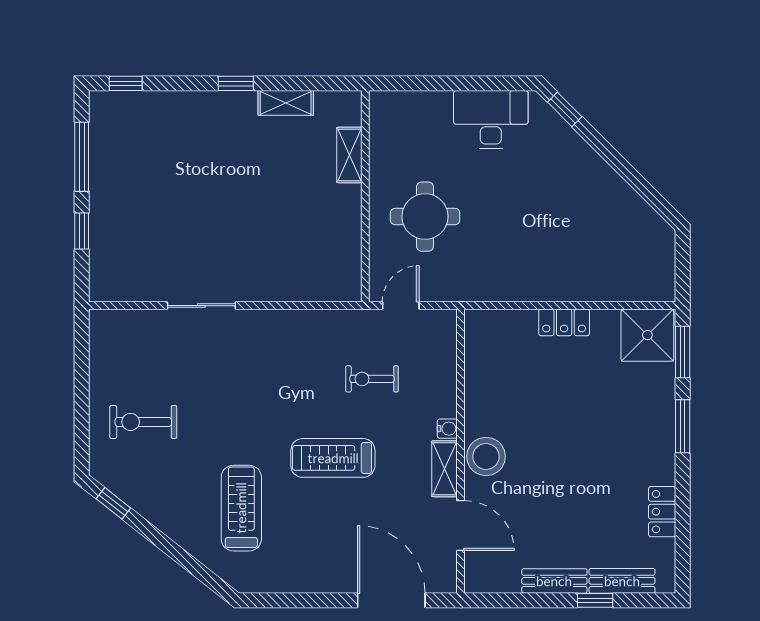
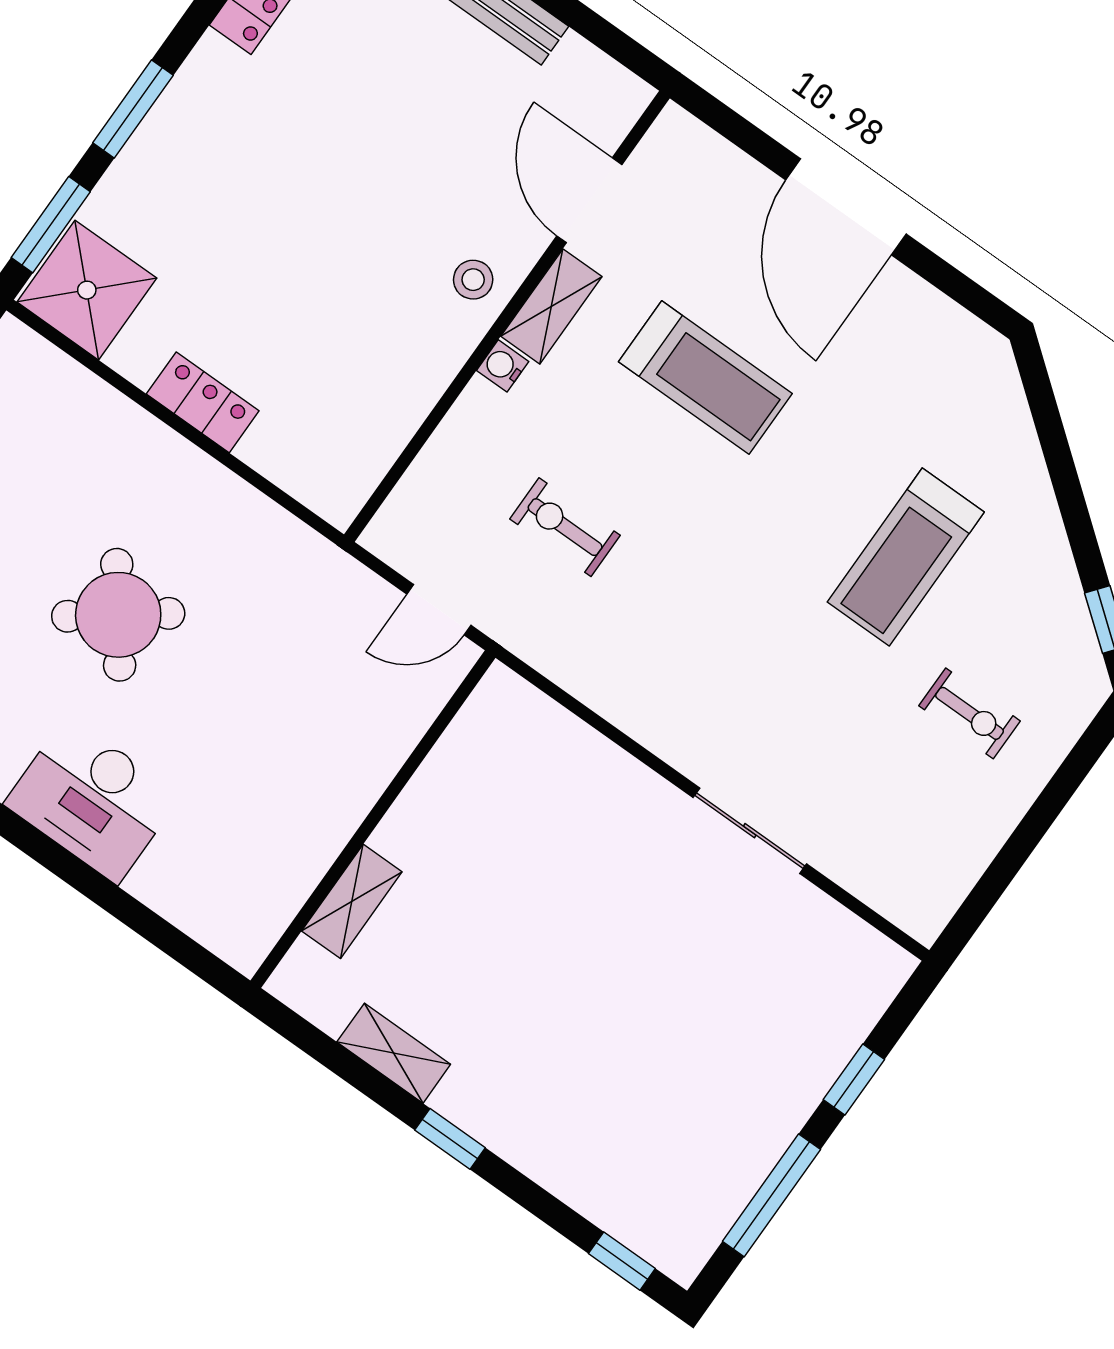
round table: (425, 217) -> (118, 615), moved, turned -37
exercise bike: (372, 379) -> (565, 527), turned 180
exercise bike: (143, 422) -> (969, 713), width x0.73, depth x0.72
stool: (486, 456) -> (473, 280), width x0.53, depth x0.53
treadmill: (333, 458) -> (705, 378), moved
treadmill: (241, 508) -> (906, 557), moved
door: (391, 600) -> (846, 207), moved

